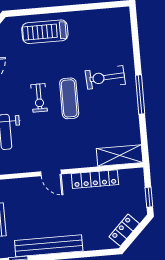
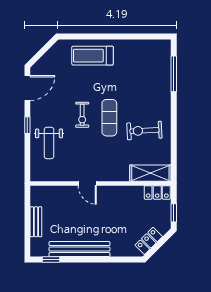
exercise bike: (105, 77) -> (144, 131), moved
window: (140, 94) -> (174, 74), moved
locker: (95, 179) -> (157, 192), moved, width x0.66

